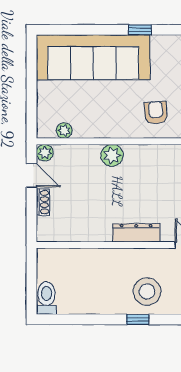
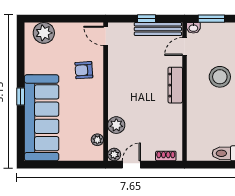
window: (140, 30) -> (21, 97), moved
plant: (112, 155) -> (116, 125), moved
shoe rack: (43, 202) -> (166, 156), moved

